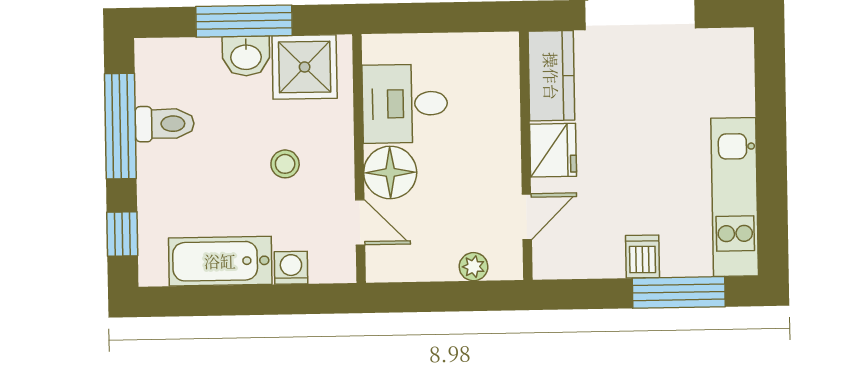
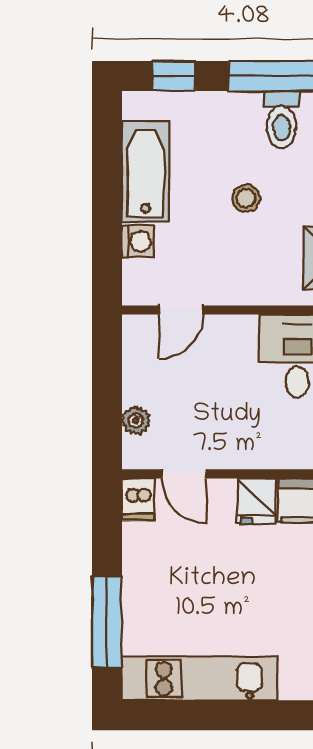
fridge: (553, 150) -> (256, 501), width x0.72
stool: (285, 164) -> (246, 198), moved
floor lamp: (390, 172) -> (230, 340), removed
dishwasher: (642, 257) -> (138, 499), moved, turned 90

